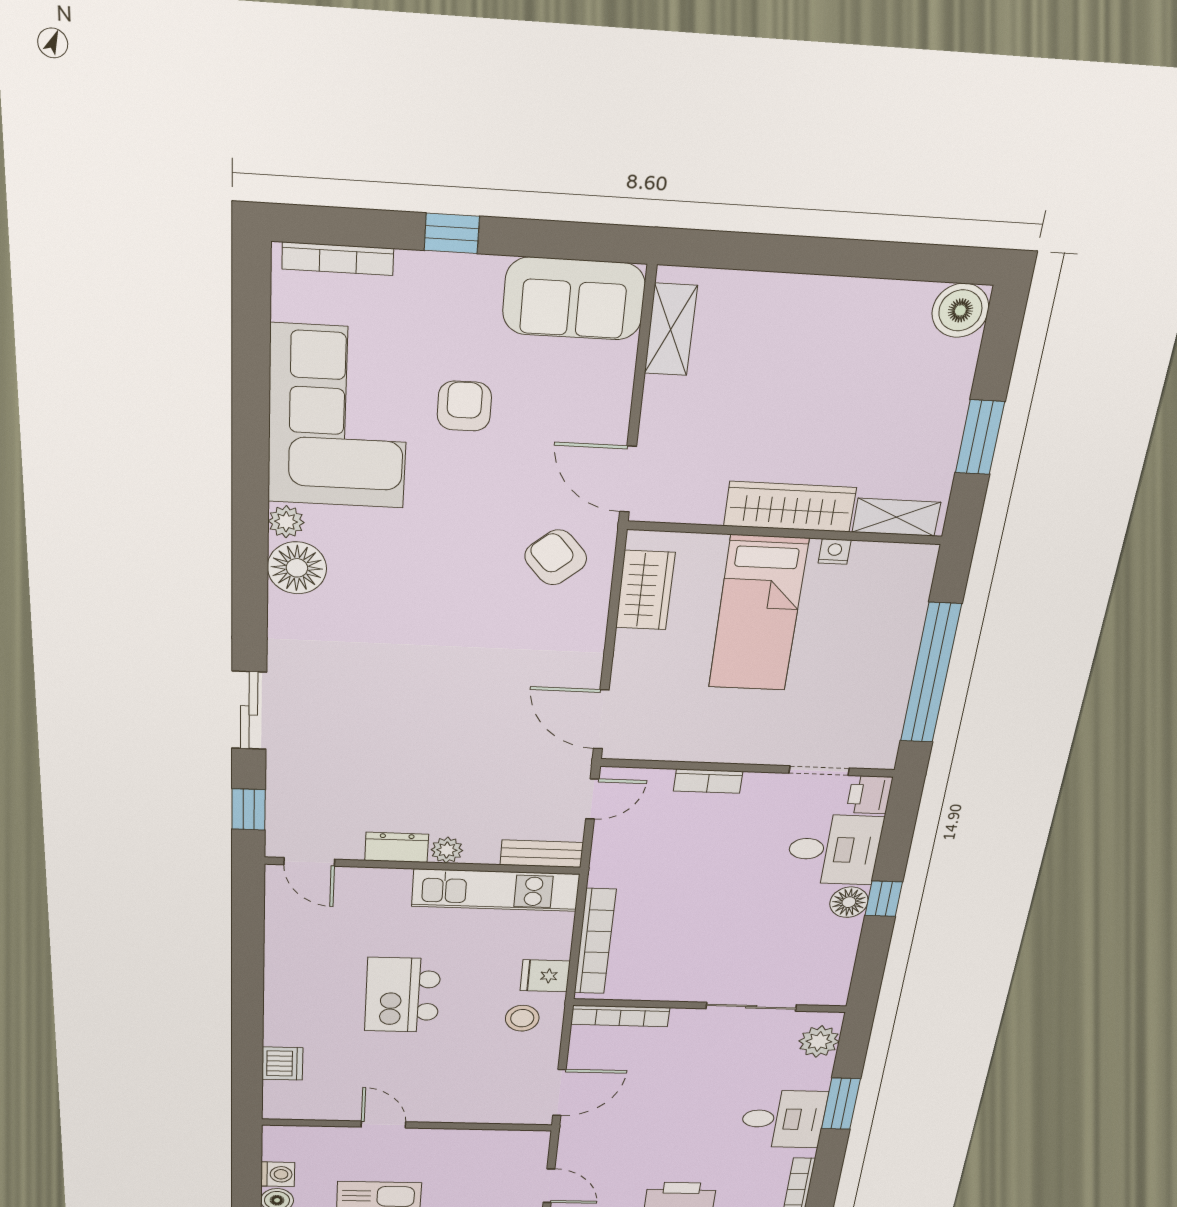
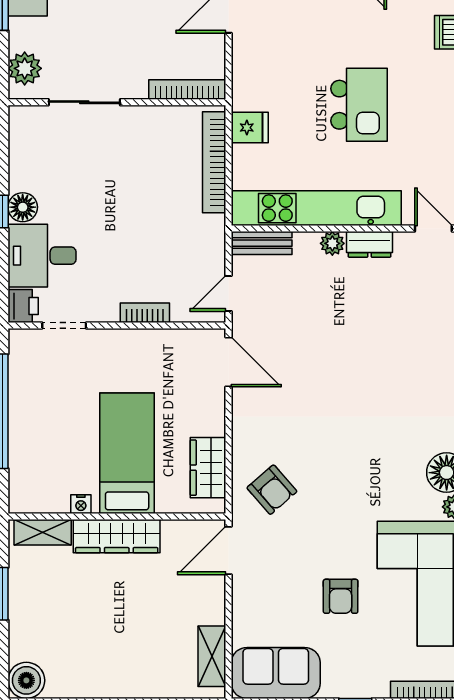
door: (628, 479) -> (228, 550), swing flipped
kitchen unit: (496, 890) -> (316, 208), width x1.36
stool: (522, 1018) -> (264, 85), removed

